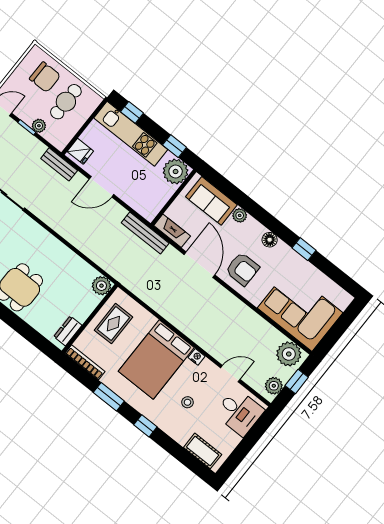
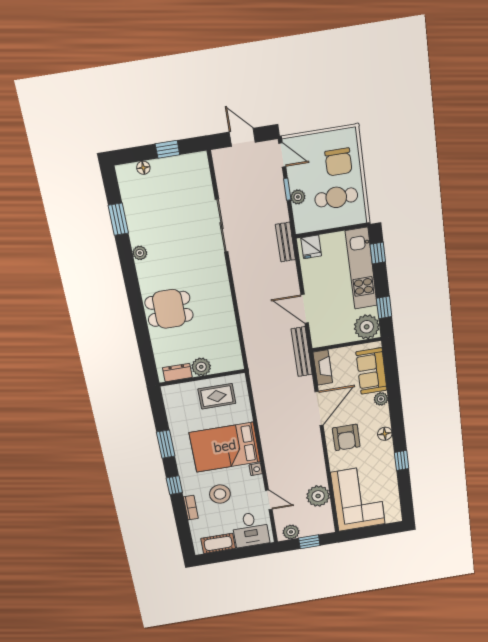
door: (101, 187) -> (305, 309), moved
plant: (101, 286) -> (201, 367), moved
plant: (289, 354) -> (318, 496), moved
bookcase: (85, 362) -> (191, 508), moved, width x0.64
stool: (187, 402) -> (220, 494), width x1.89, depth x1.89
cot: (203, 451) -> (218, 543), moved, turned 90

